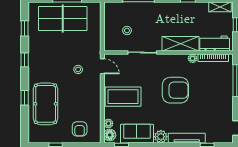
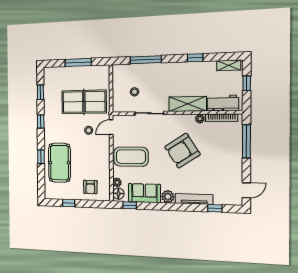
table tennis table: (63, 19) -> (84, 102), moved
door: (102, 66) -> (111, 127), swing flipped
armchair: (175, 90) -> (182, 151), turned 147

